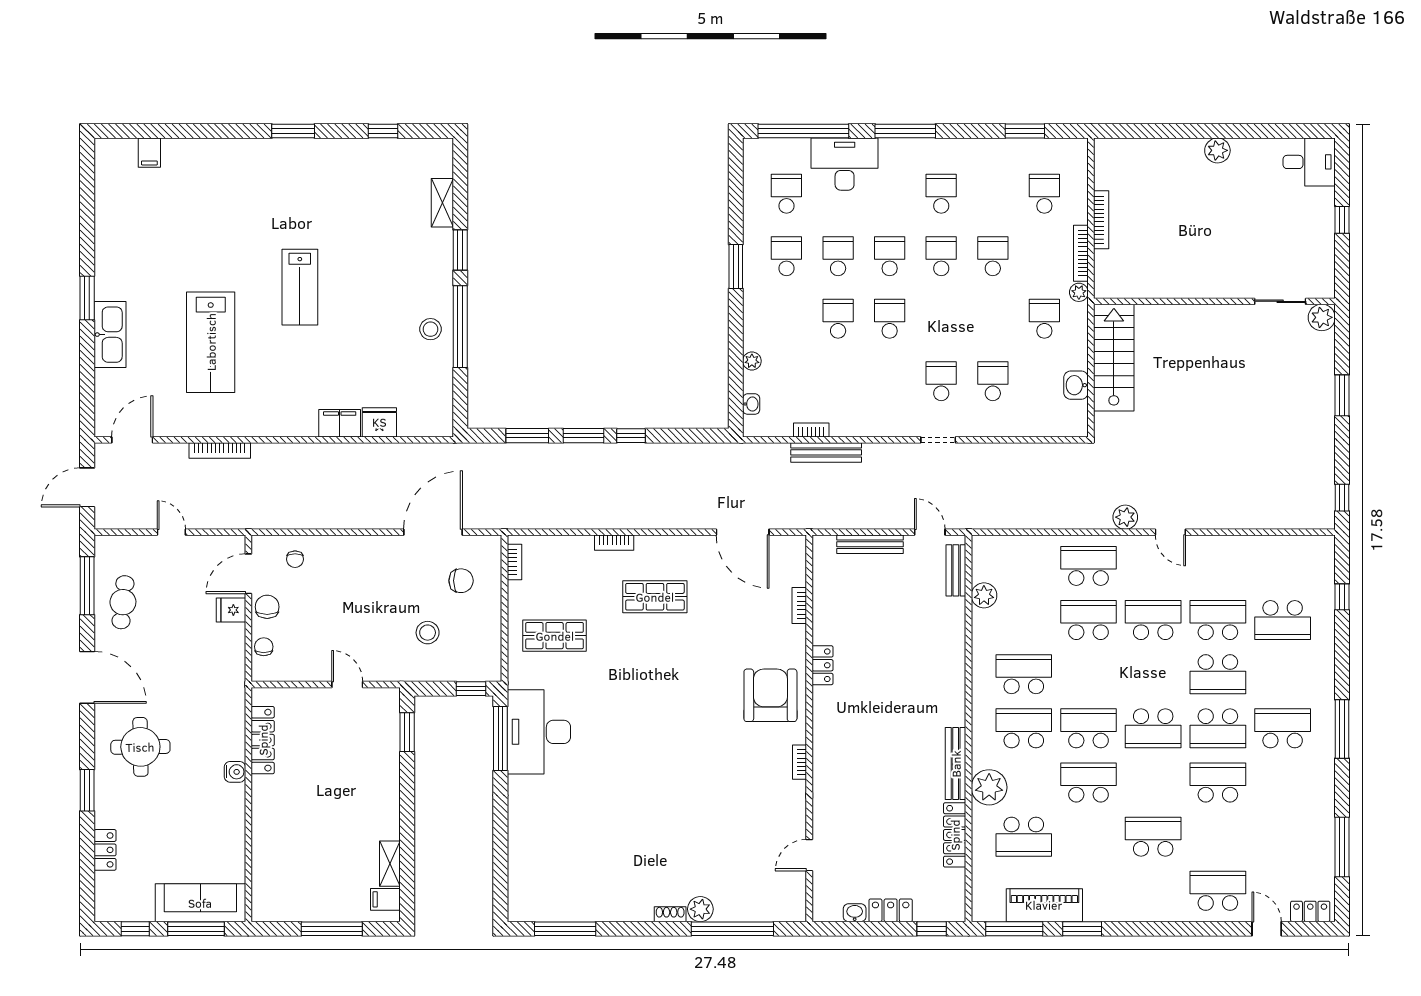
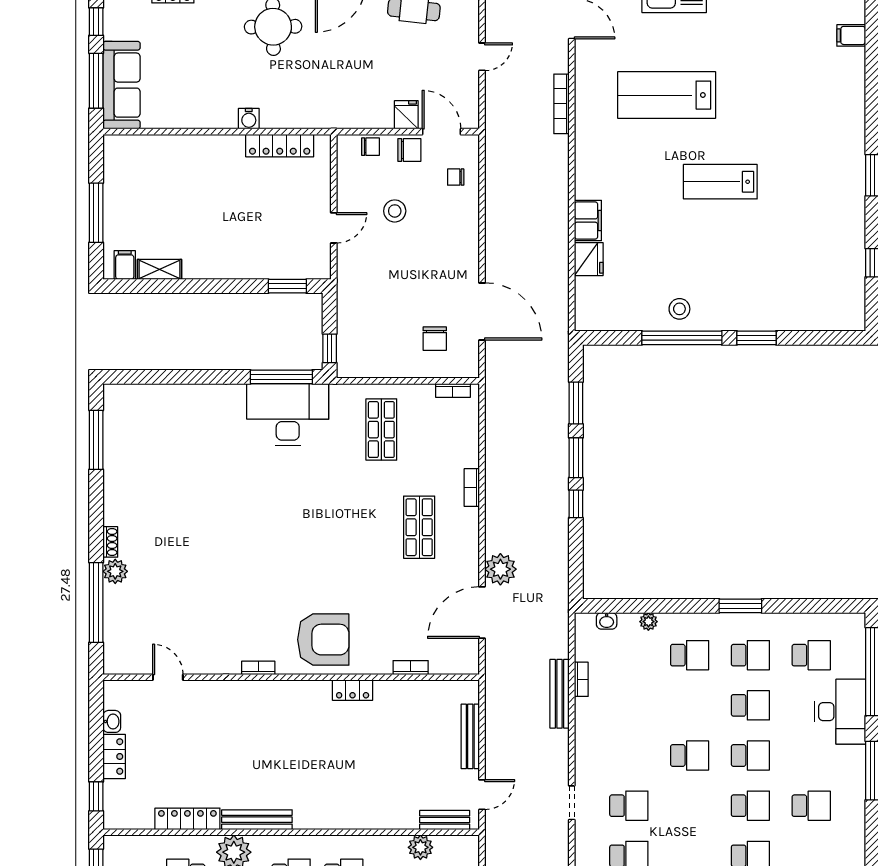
shelving: (442, 203) -> (802, 320), removed
school desk: (838, 319) -> (690, 655), moved
plant: (698, 513) -> (500, 569), added
stool: (428, 633) -> (395, 211), moved

